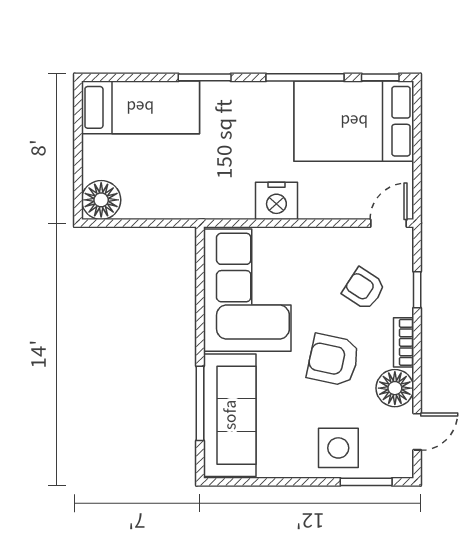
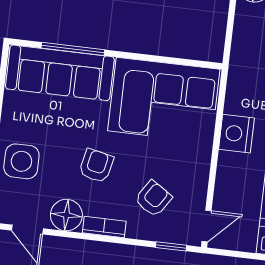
door: (388, 223) -> (206, 226), hinge flipped
window: (417, 290) -> (171, 246), moved
armchair: (333, 360) -> (96, 166), width x0.72, depth x0.72

